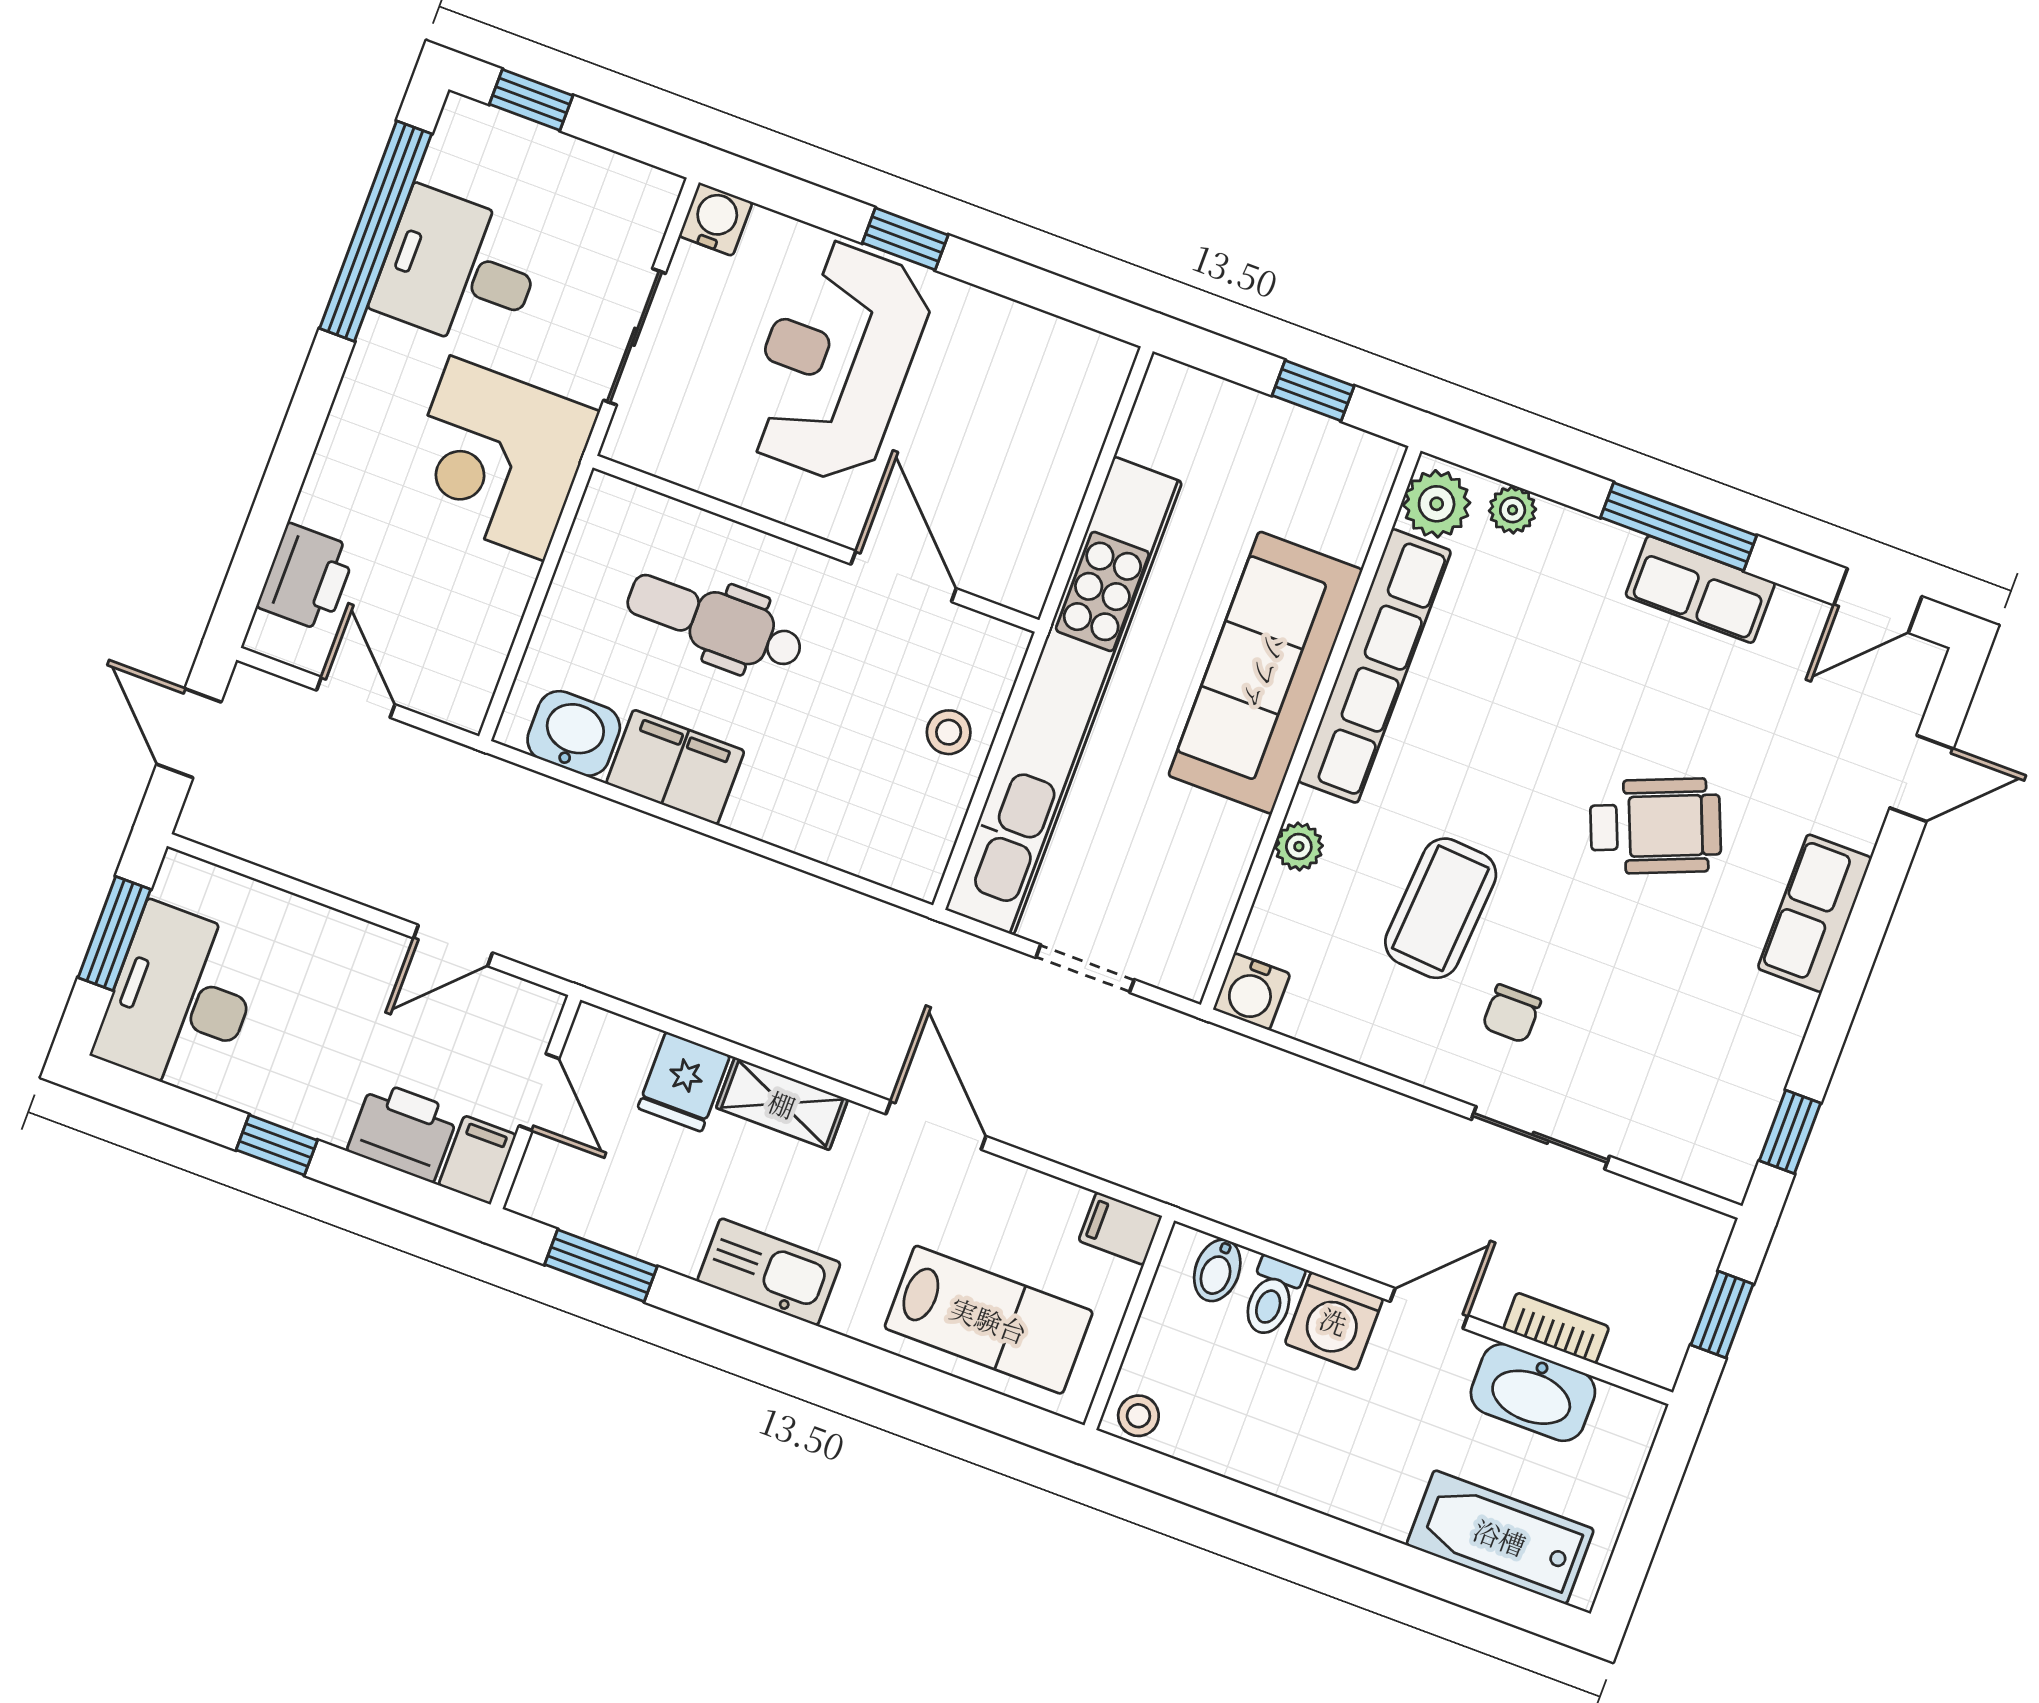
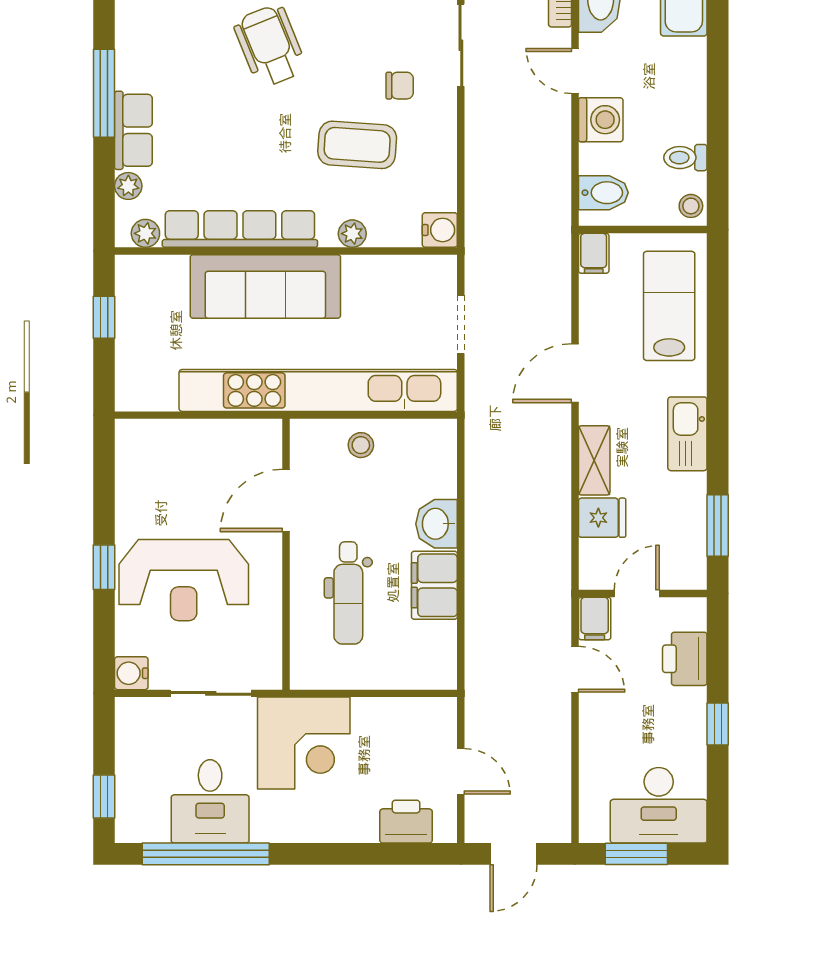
plant: (1437, 504) -> (145, 233), width x0.73, depth x0.73
row of seats: (1700, 589) -> (133, 130), moved
door: (356, 697) -> (461, 771), swing flipped
washbasin: (574, 733) -> (437, 524), moved
filing cabinet: (477, 1160) -> (595, 618), moved, turned -90
bidet: (1217, 1270) -> (603, 193), width x1.38, depth x1.36
toilet: (1272, 1297) -> (685, 158), moved, turned 180

